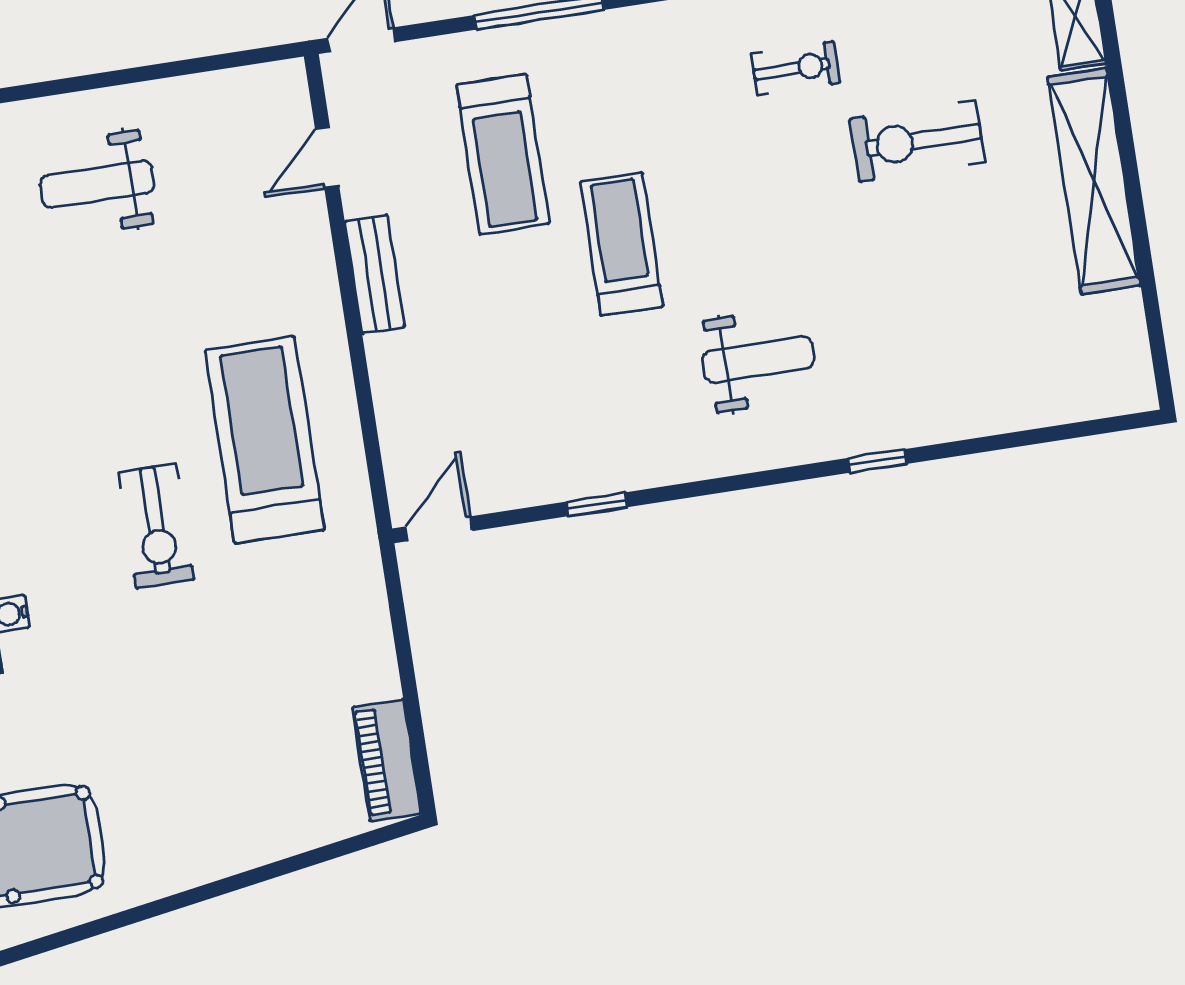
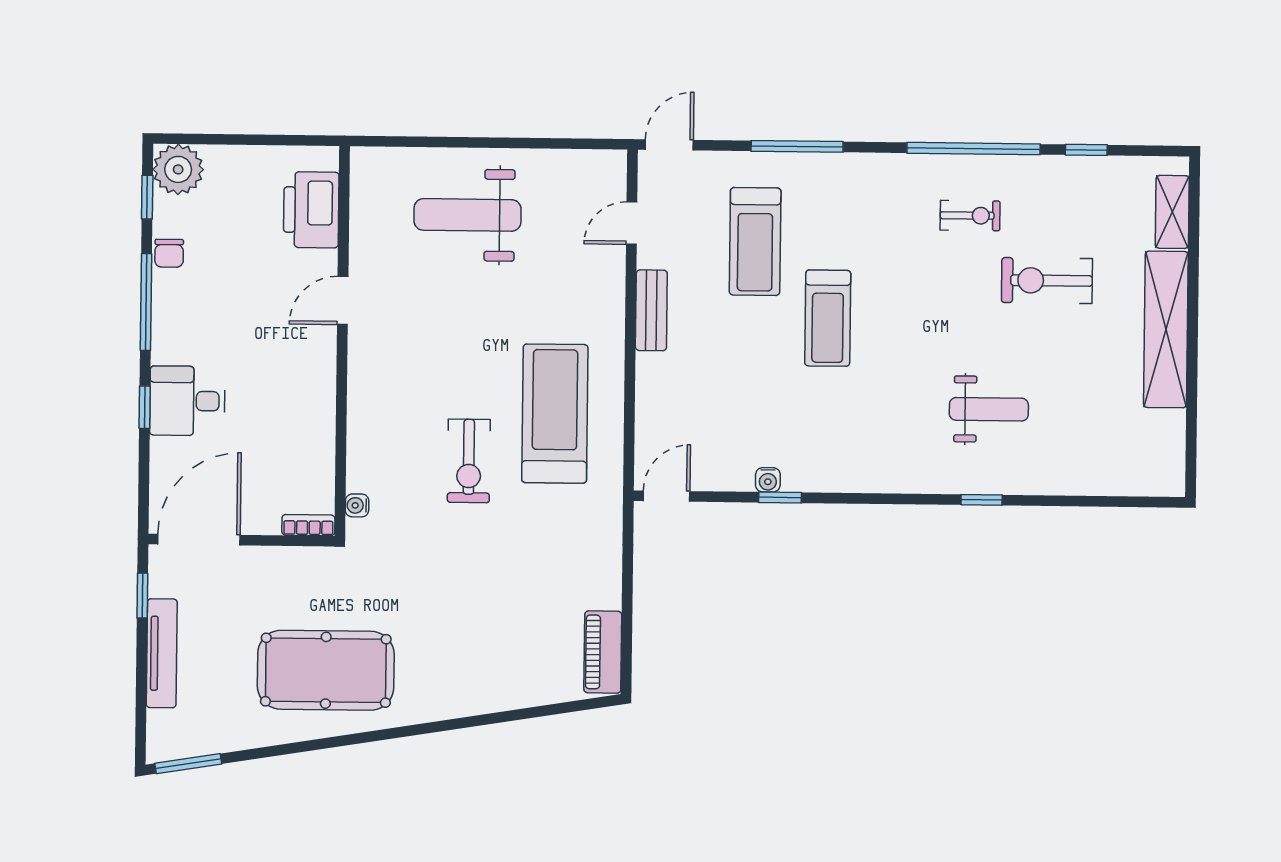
weight bench: (97, 184) -> (467, 215), width x1.36, depth x1.33
treadmill: (622, 244) -> (828, 318), turned 180
weight bench: (758, 359) -> (989, 409), moved
water cooler: (576, 483) -> (768, 480), added

